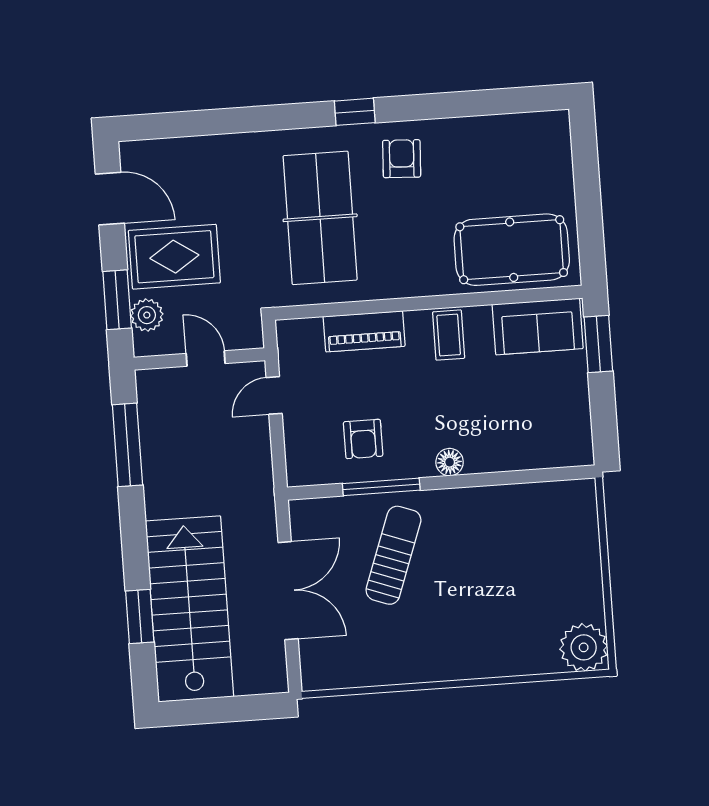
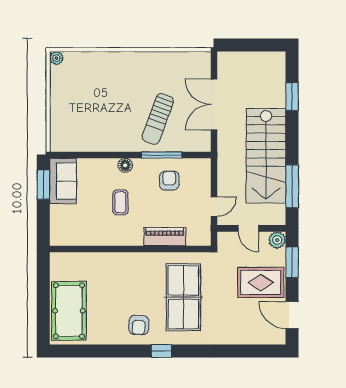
pool table: (512, 250) -> (69, 311), moved, turned 90
plant: (147, 315) -> (277, 240), moved
sofa: (538, 326) -> (63, 181), moved, turned 90
coffee table: (449, 335) -> (120, 202), moved
window: (598, 344) -> (43, 185), moved
stairs: (189, 609) -> (266, 156), moved
plant: (584, 647) -> (56, 58), width x0.53, depth x0.53

